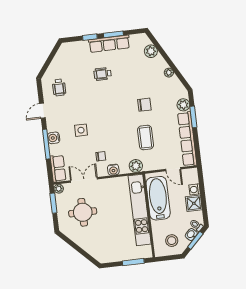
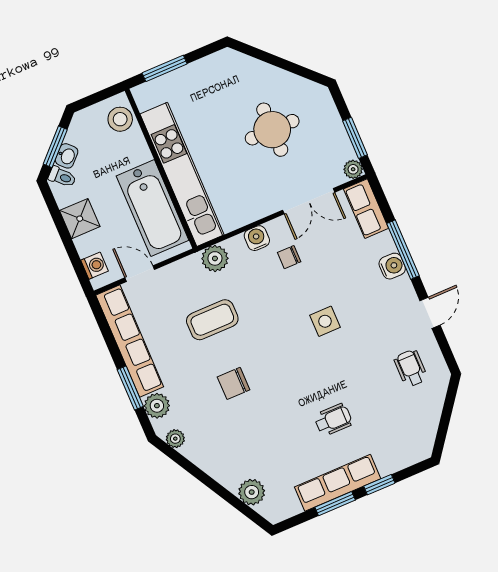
plant: (169, 73) -> (175, 439), moved
side table: (81, 130) -> (325, 321), moved
coffee table: (146, 138) -> (212, 320), turned 90
washing machine: (195, 189) -> (95, 266), moved
round table: (83, 212) -> (272, 130), moved
stool: (172, 241) -> (120, 119), moved

